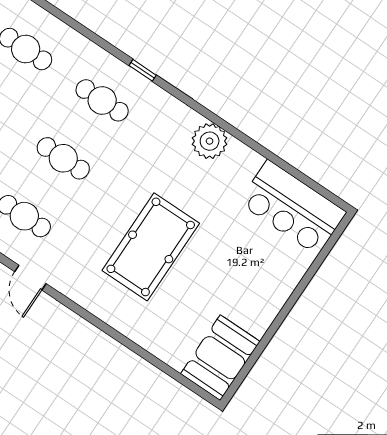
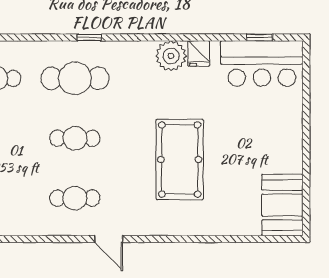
cafe table: (102, 100) -> (75, 78), width x1.37, depth x1.35
fridge: (238, 157) -> (199, 53), added
window: (307, 181) -> (259, 37), added

